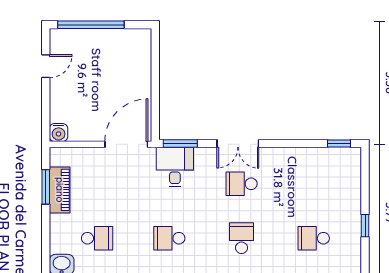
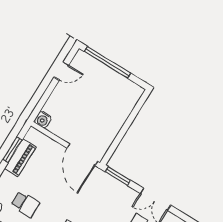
door: (126, 144) -> (82, 155), swing flipped
desk: (175, 167) -> (105, 189), removed

